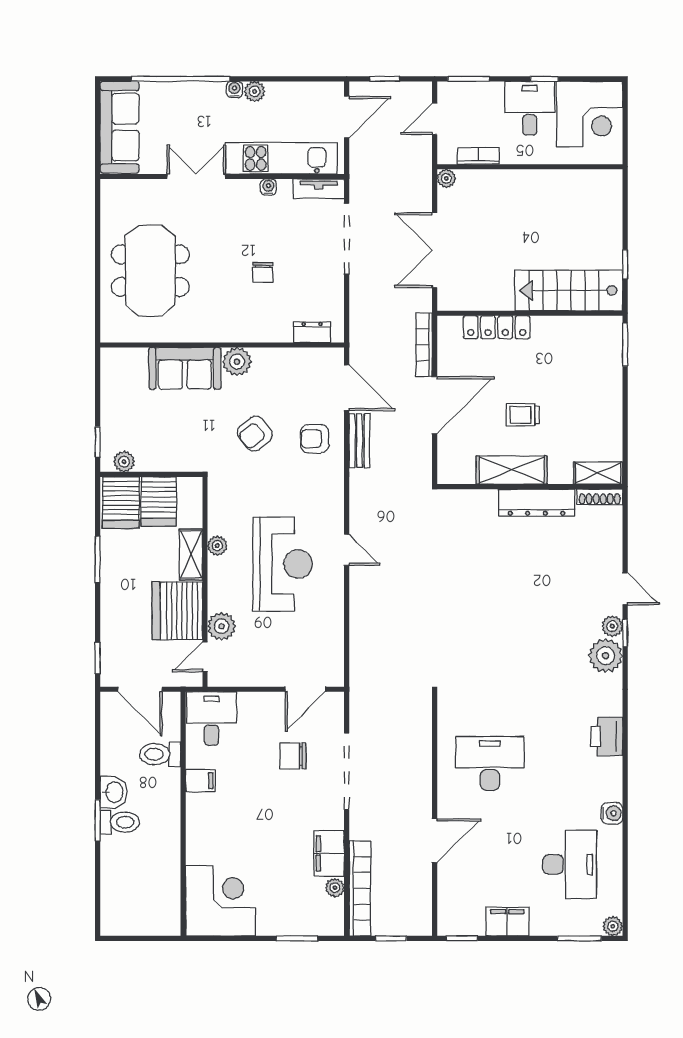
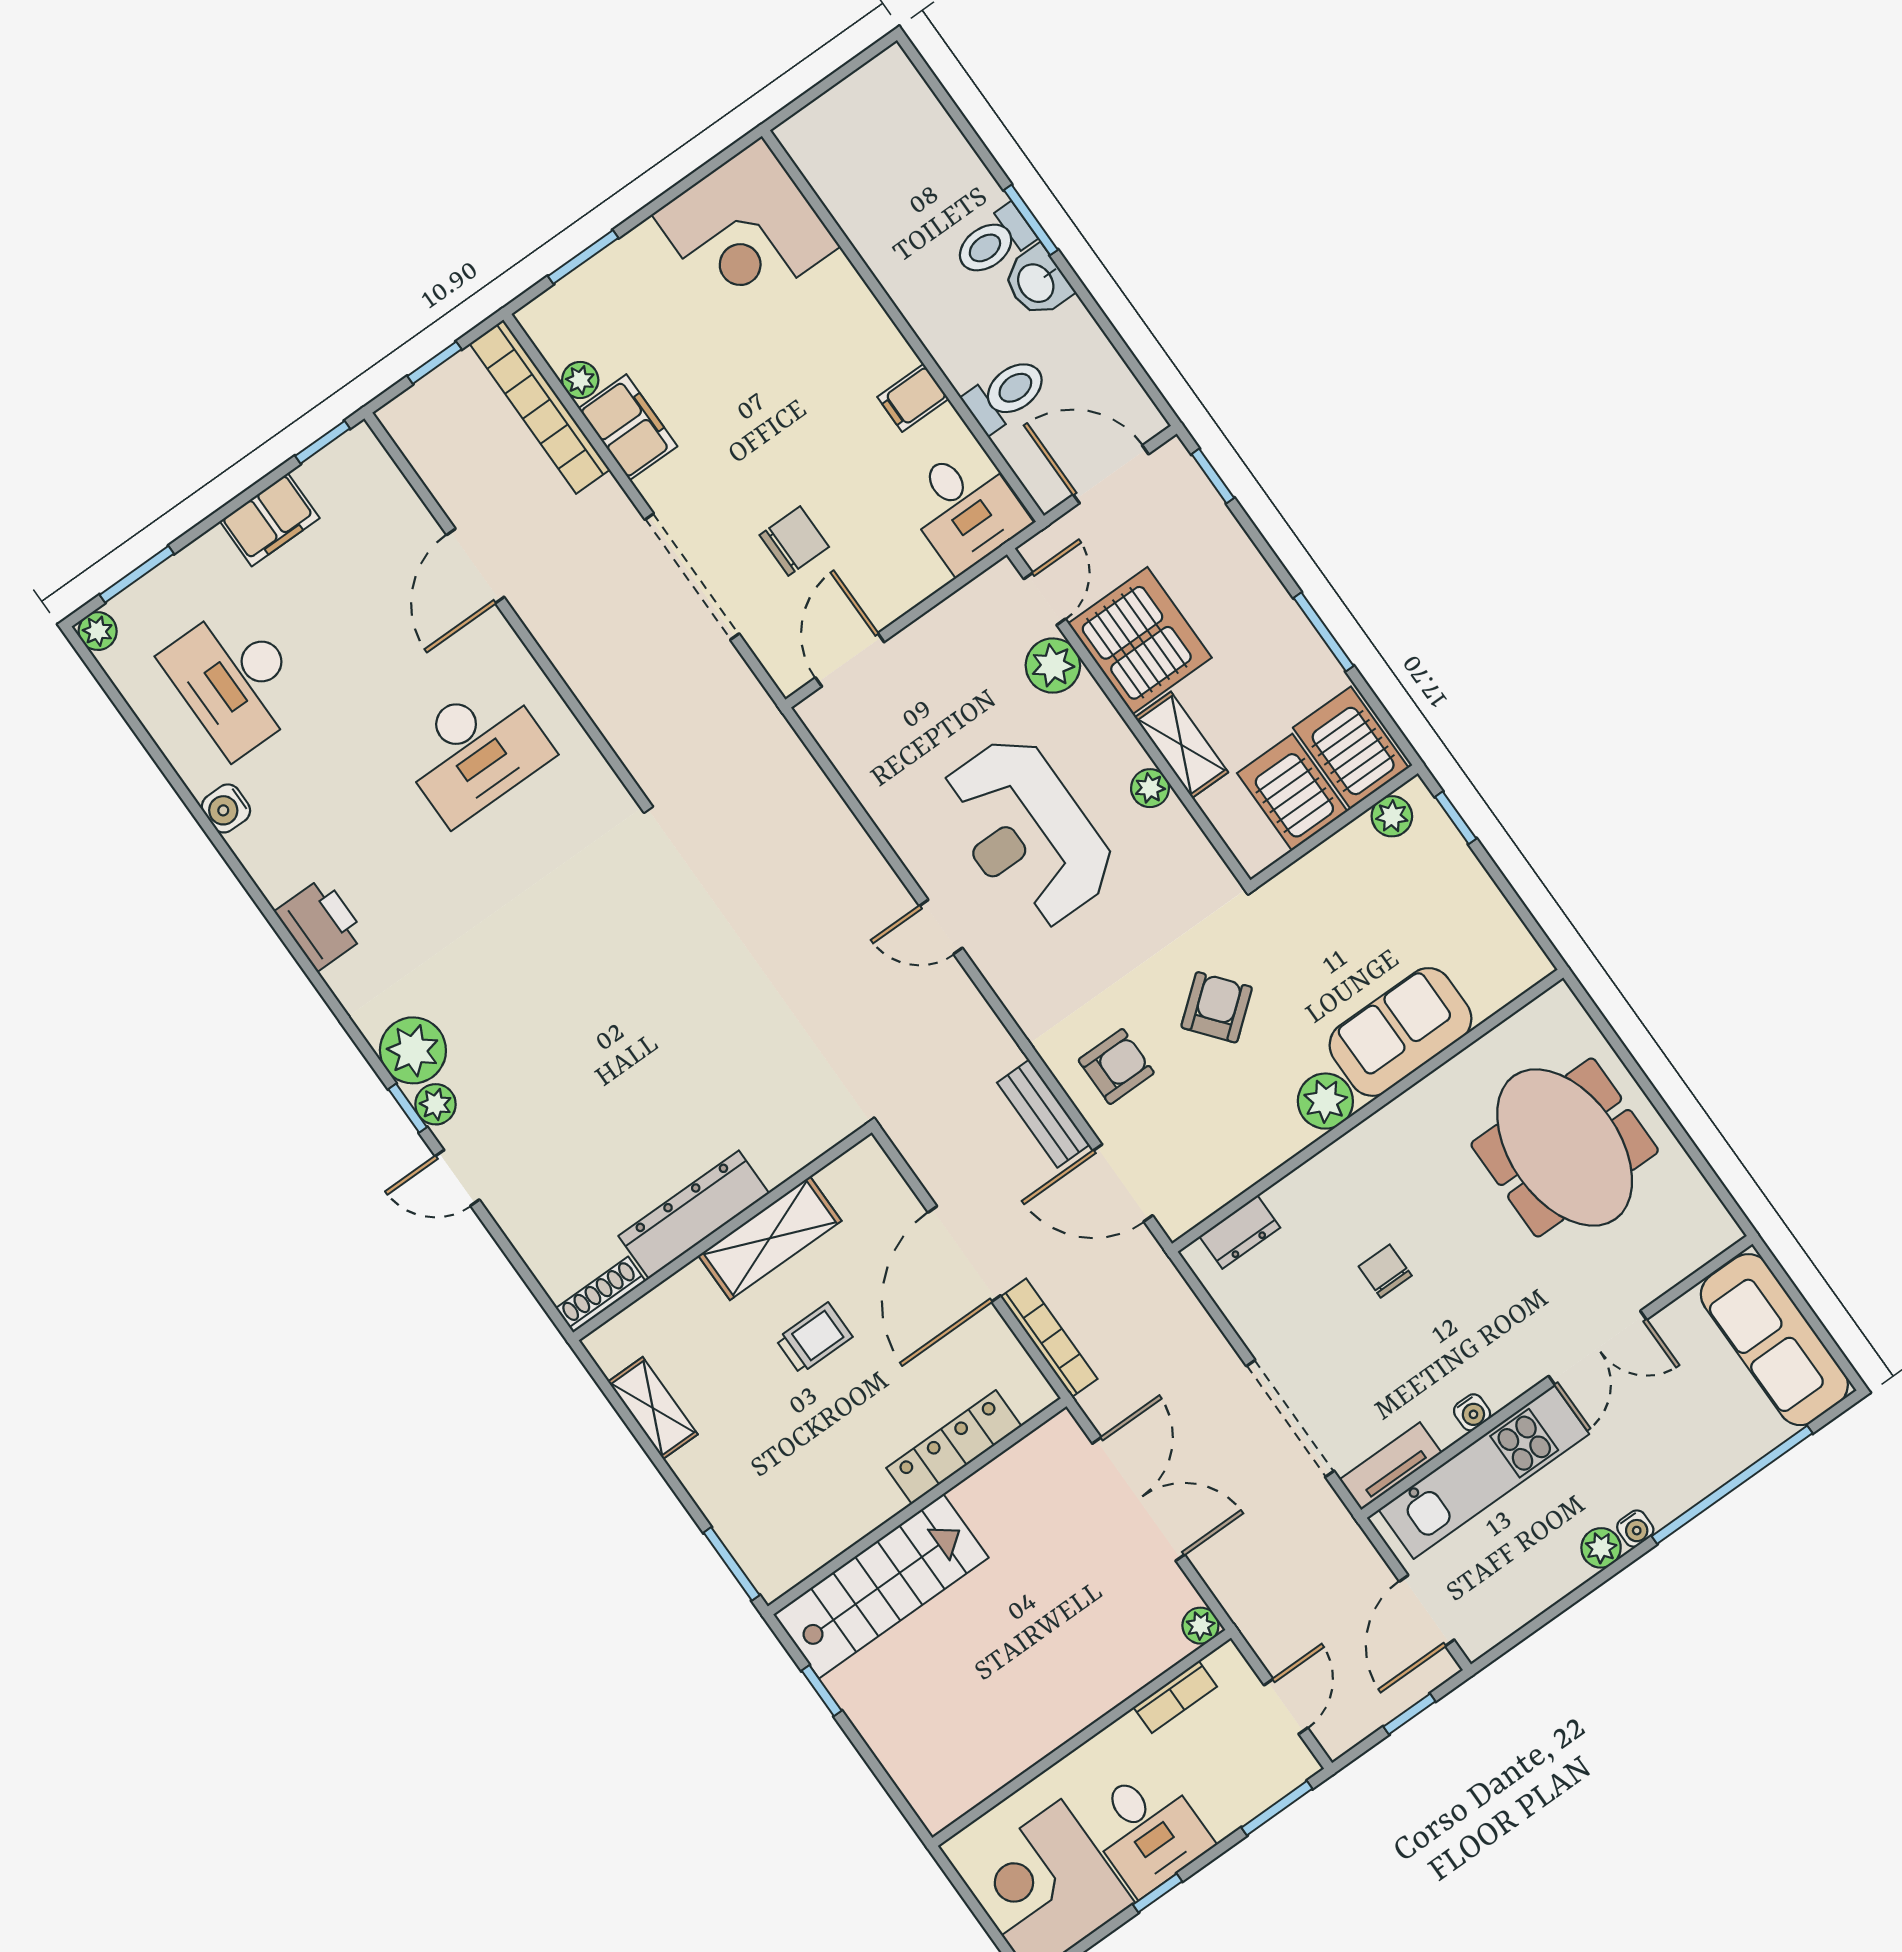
shelving: (598, 473) -> (653, 1408), moved, turned 90

